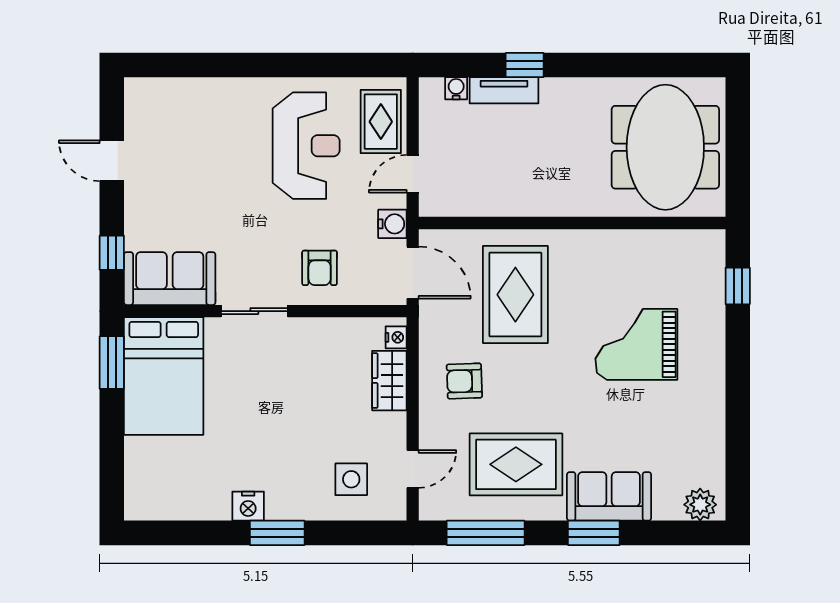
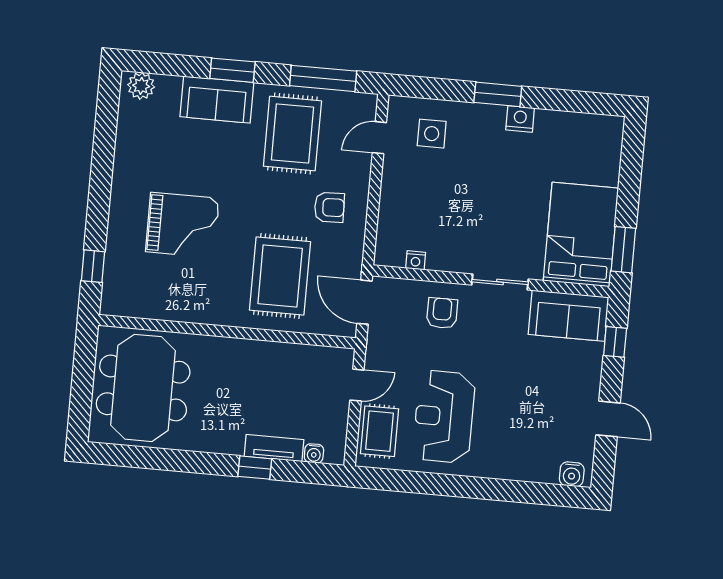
water cooler: (392, 224) -> (572, 474), moved, turned -90
nightstand: (396, 337) -> (416, 260), moved, turned -90
wardrobe: (389, 381) -> (392, 213), removed
rug: (516, 464) -> (292, 134), turned 90

